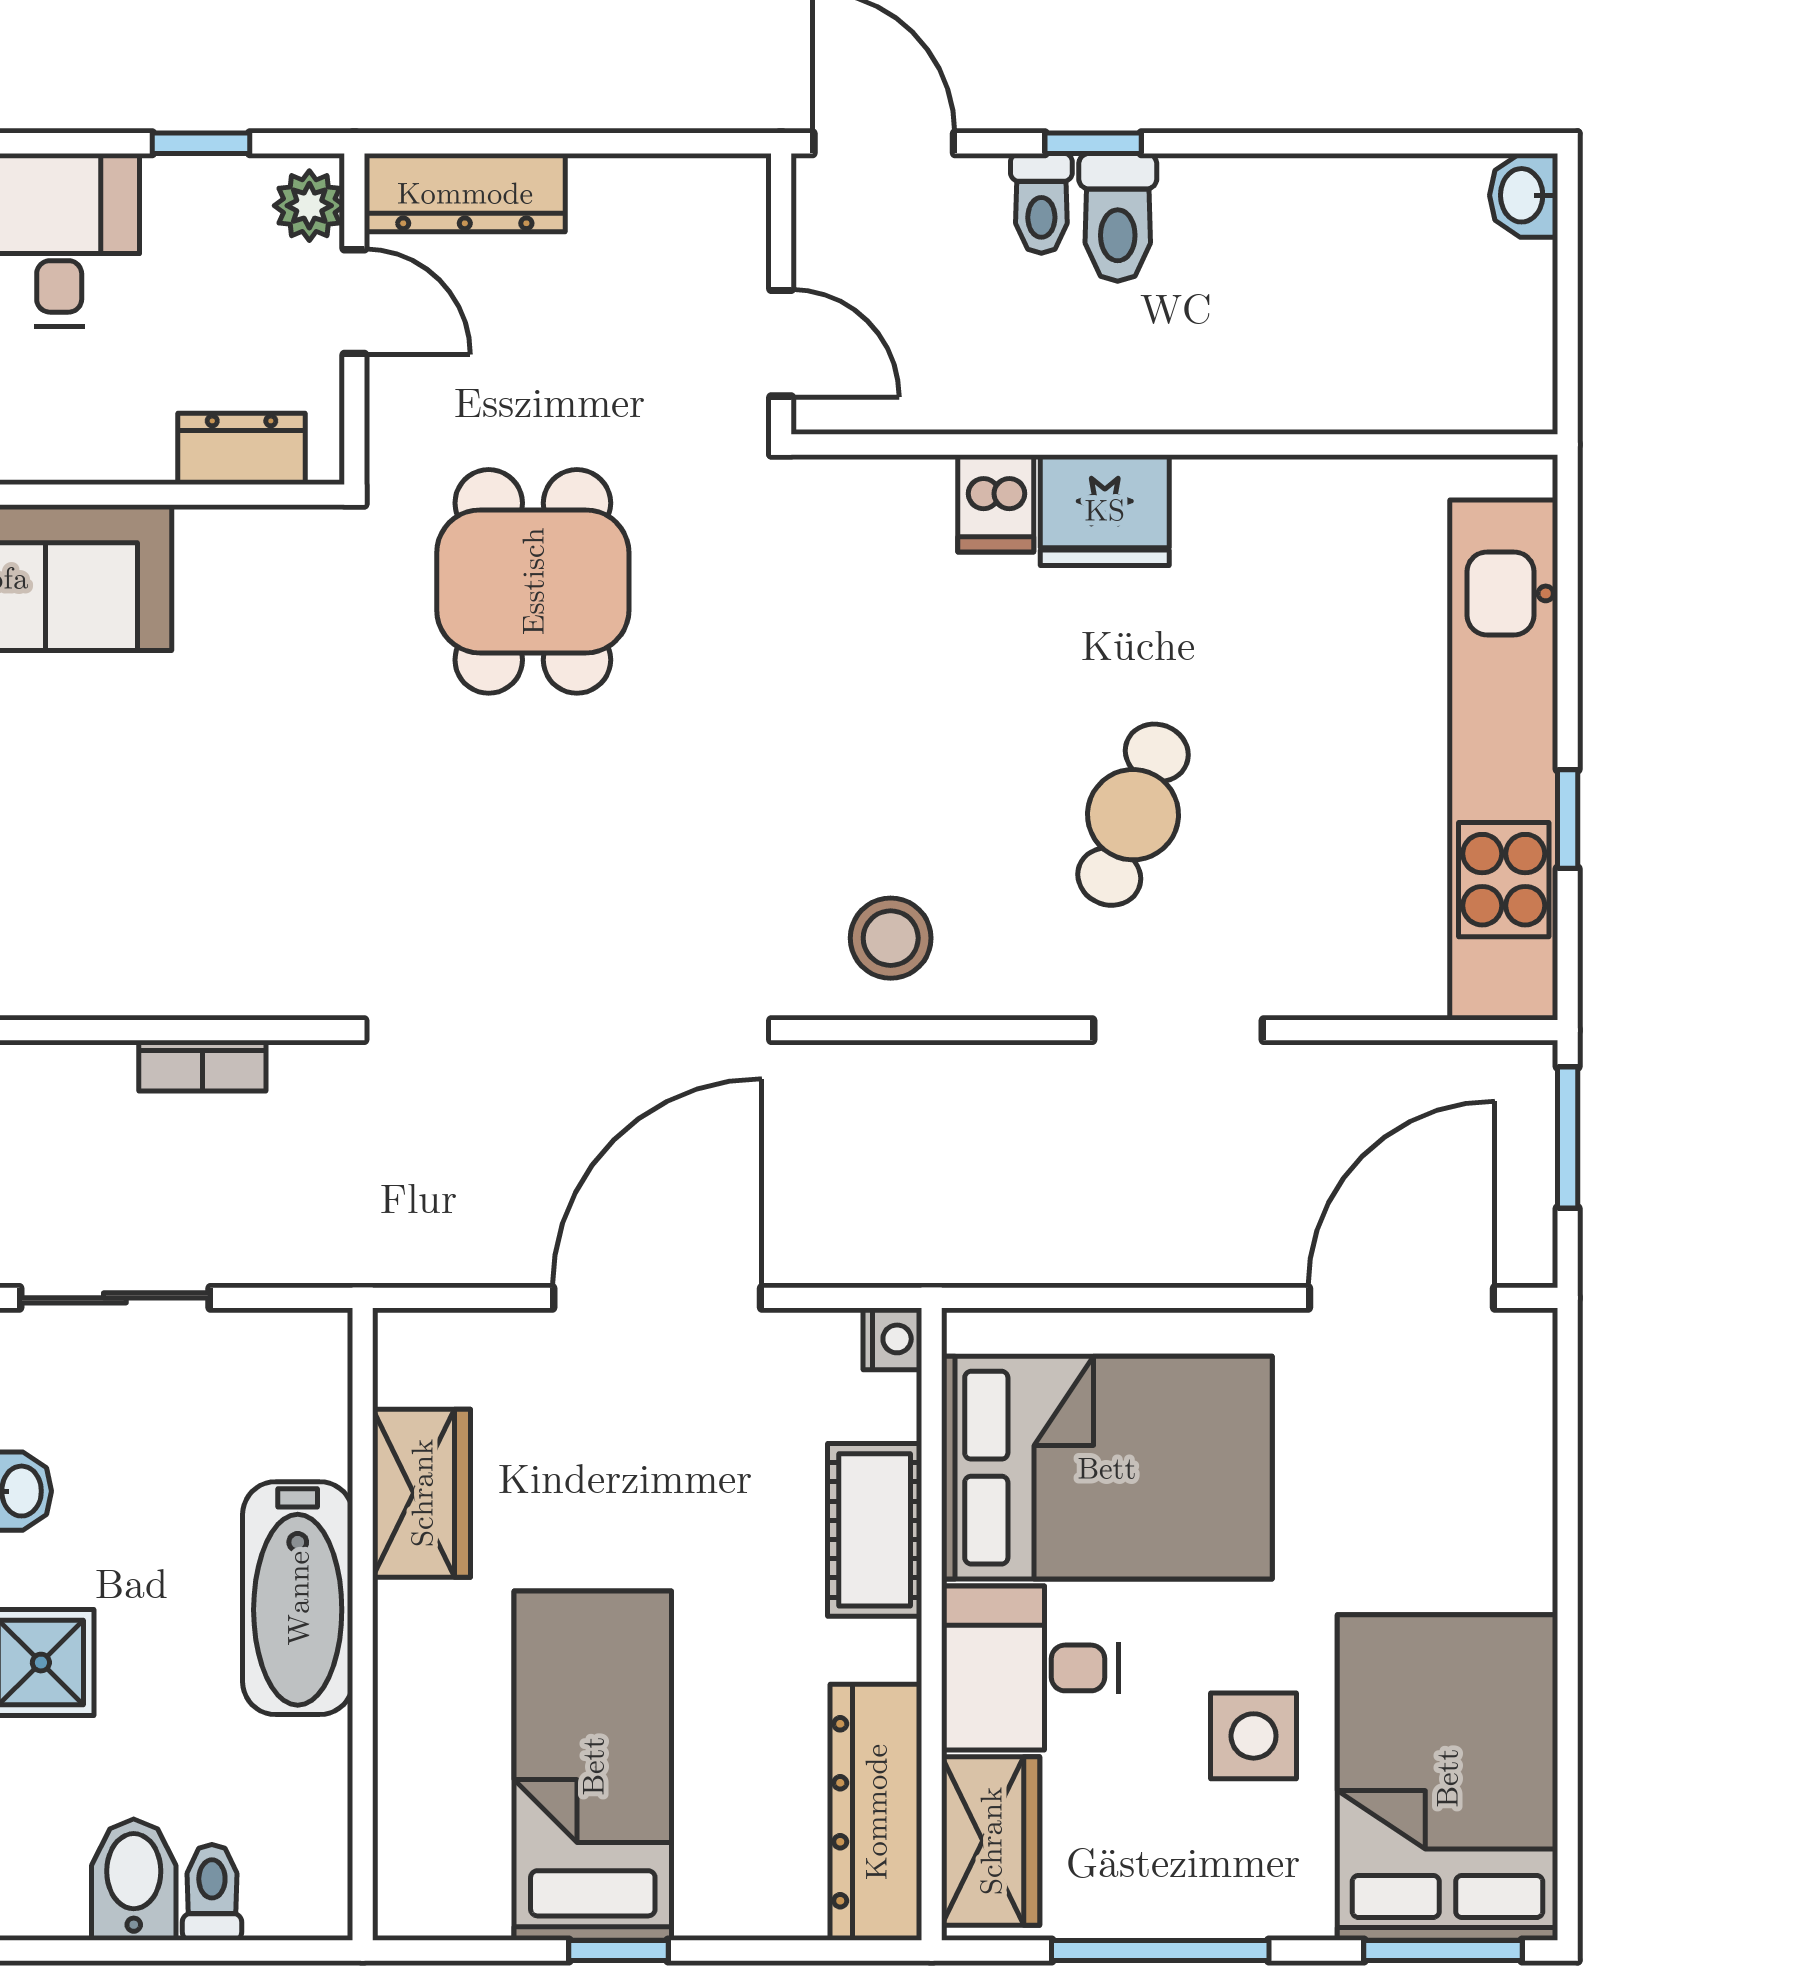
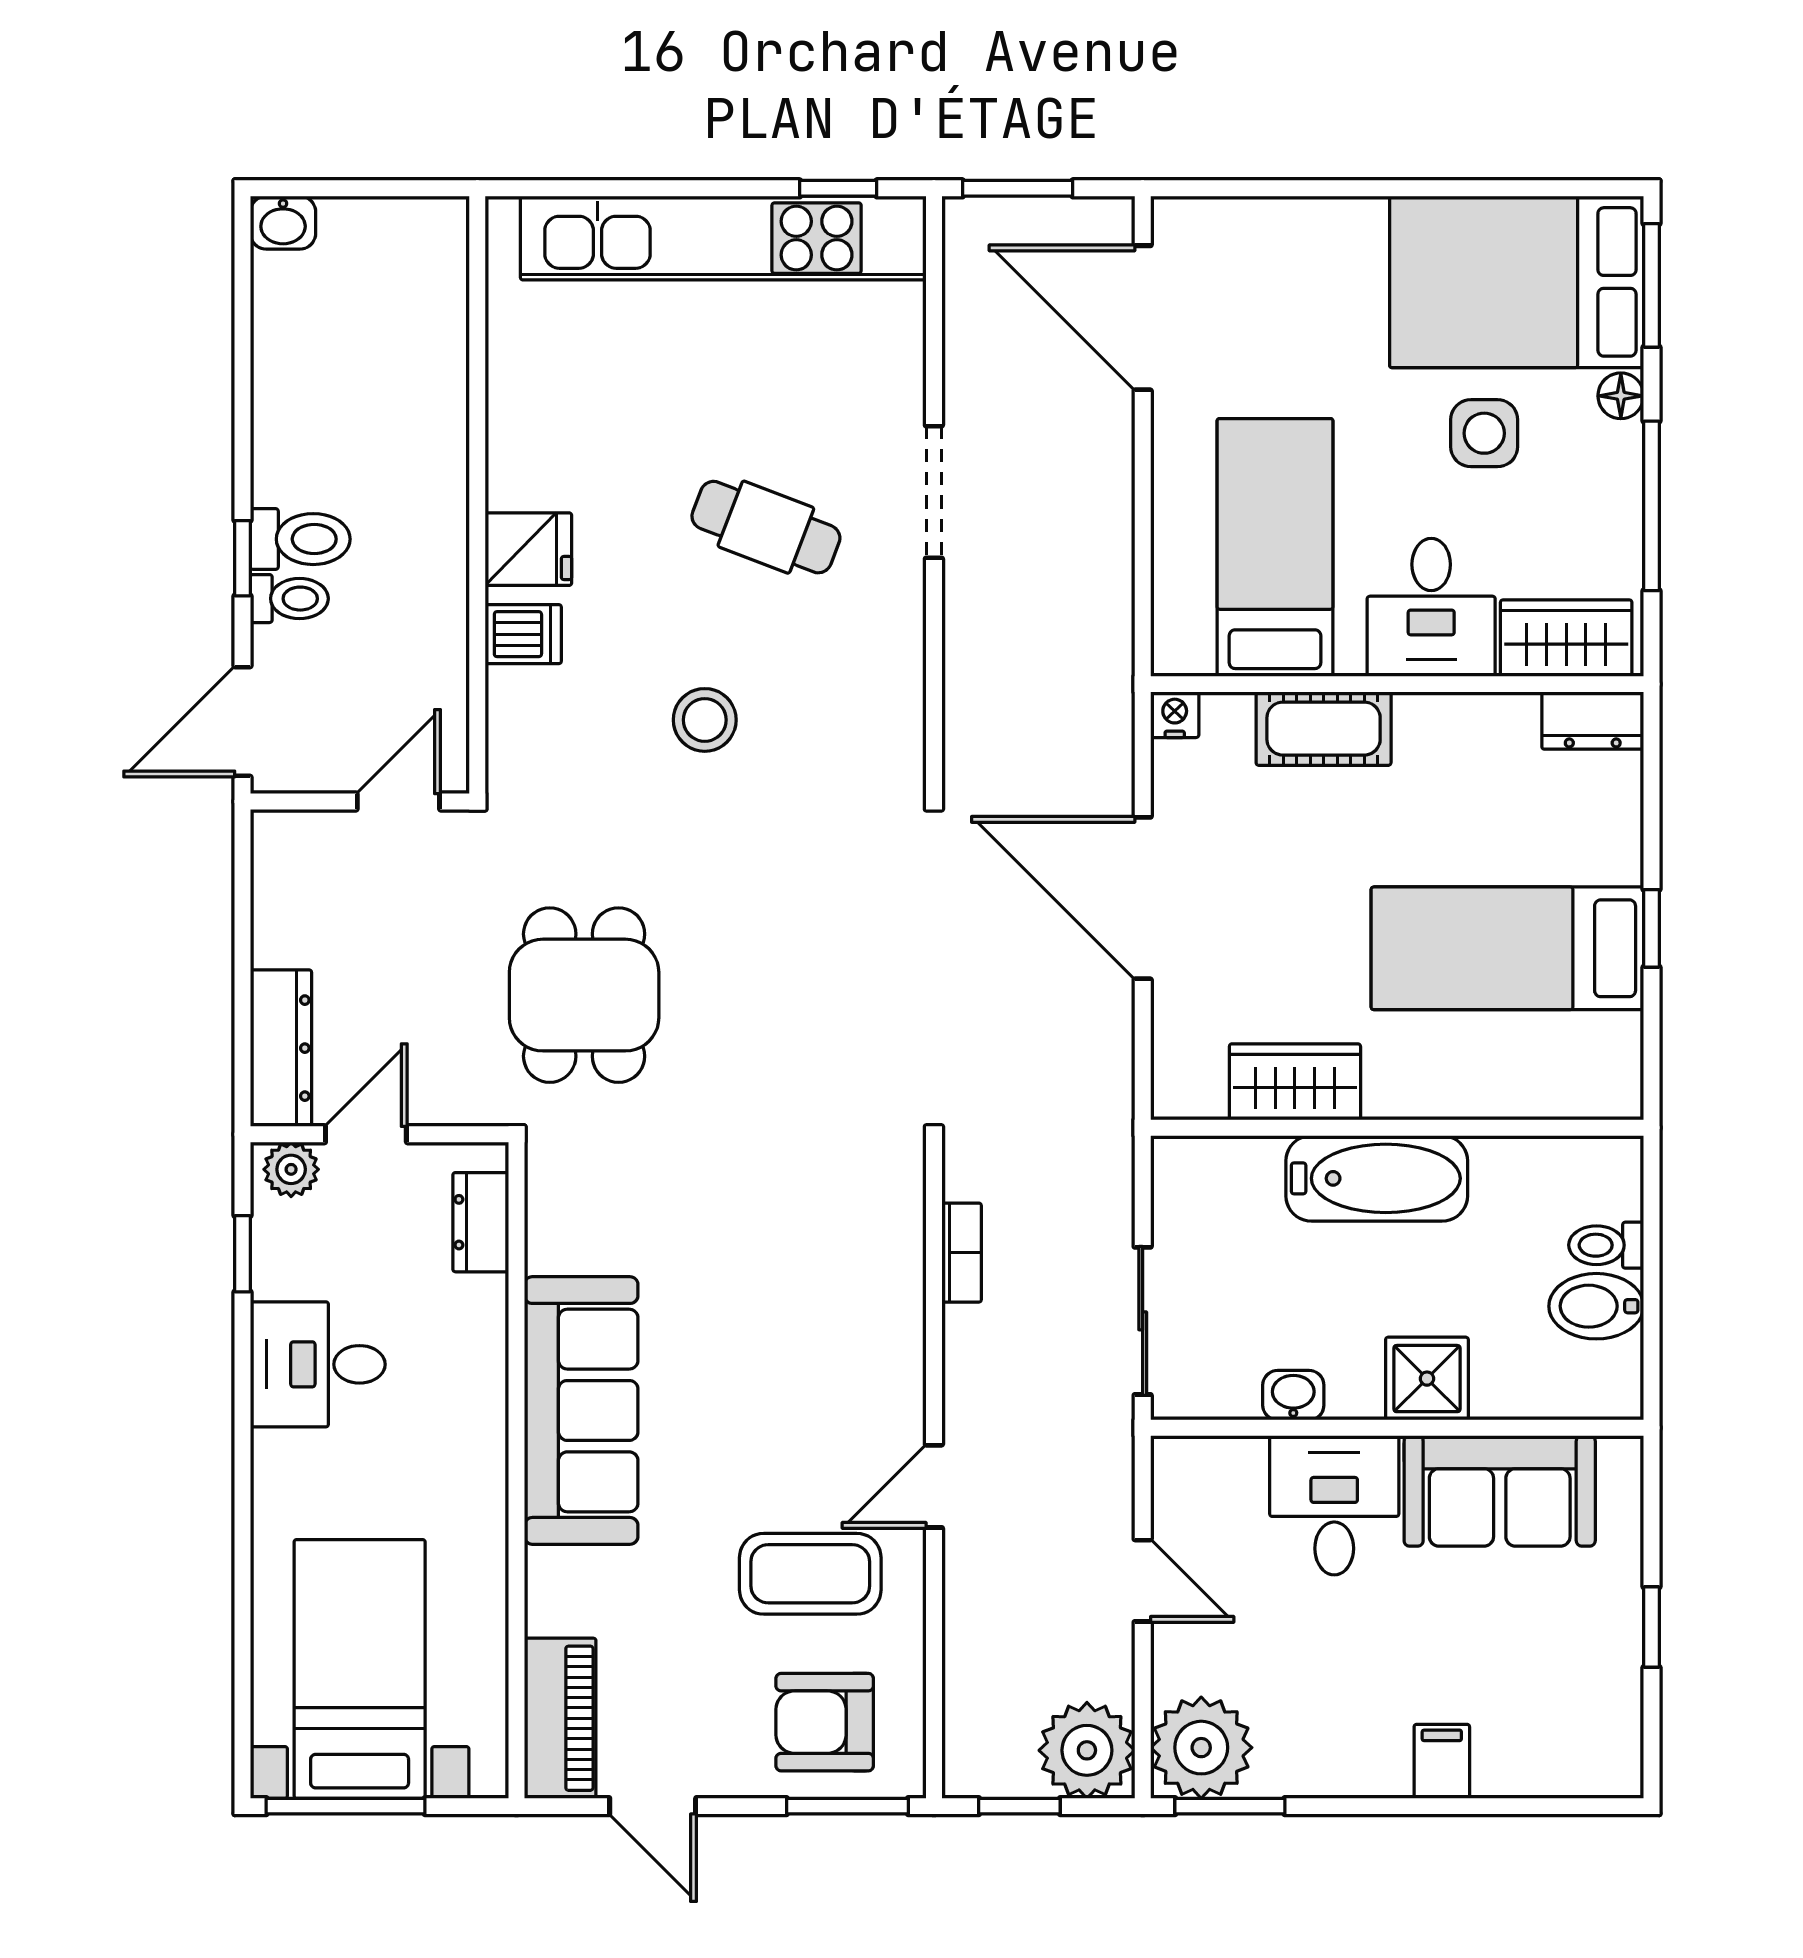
fridge: (1105, 510) -> (528, 549), width x0.72
dining table: (533, 581) -> (584, 995), turned 90
window: (1568, 819) -> (838, 188), moved
stool: (891, 938) -> (705, 720), moved
bed: (1107, 1468) -> (1275, 547), width x0.67
dresser: (876, 1812) -> (1593, 721), width x0.51, depth x0.80
floor lamp: (1301, 1911) -> (1621, 396), added

